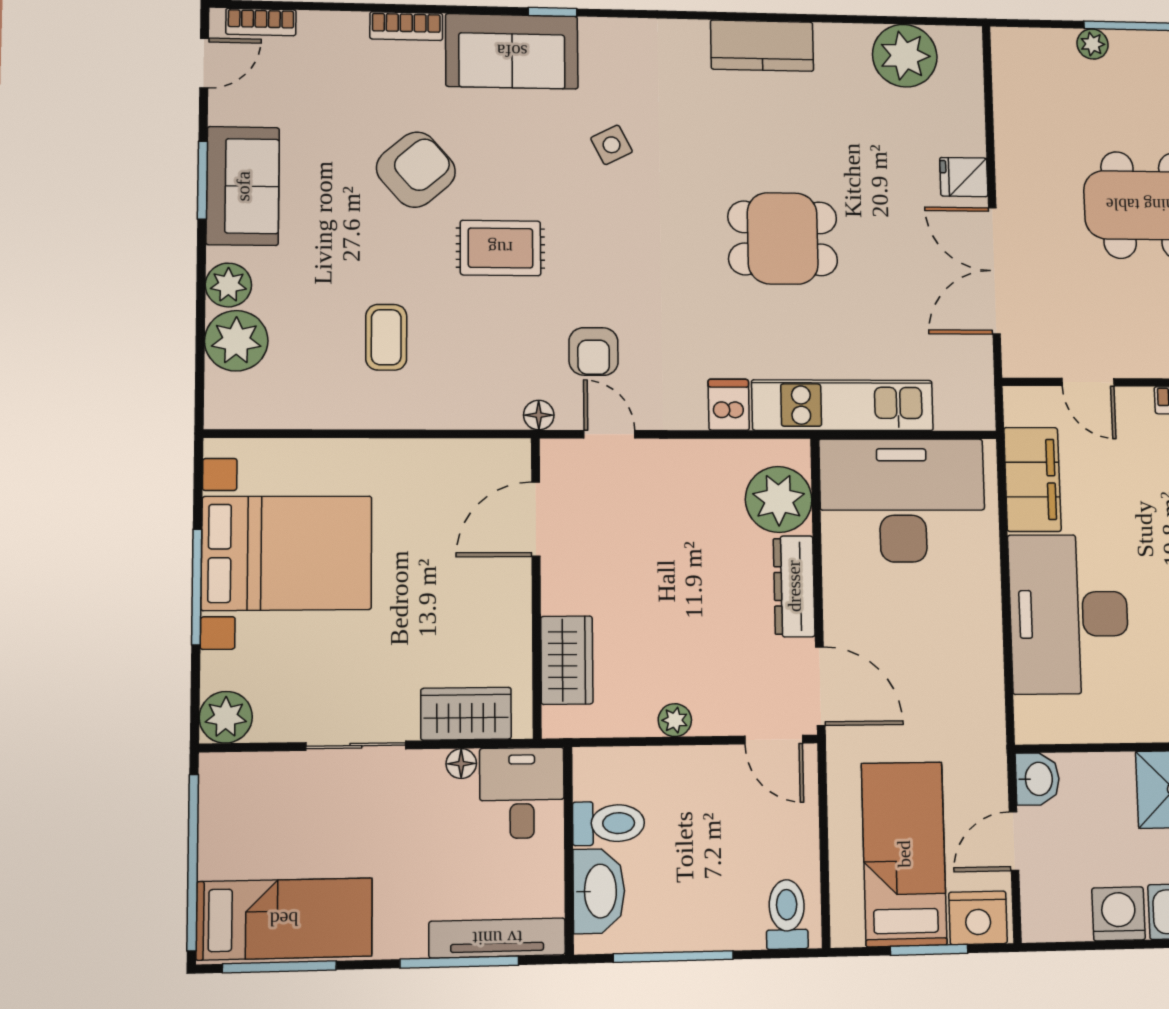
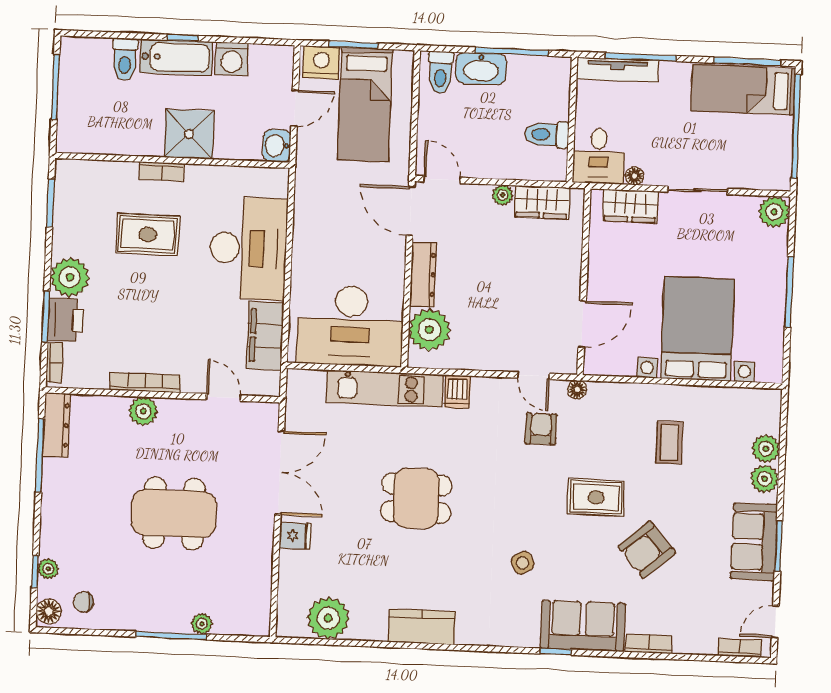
plant: (236, 341) -> (766, 449), width x0.73, depth x0.73
bed with nightstands: (287, 553) -> (697, 329), moved, turned 90
wardrobe: (567, 660) -> (542, 202), moved, turned -90
washbasin: (599, 891) -> (481, 69), moved, turned -90

